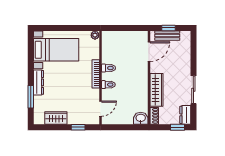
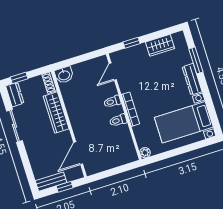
bench: (167, 36) -> (51, 182), moved

